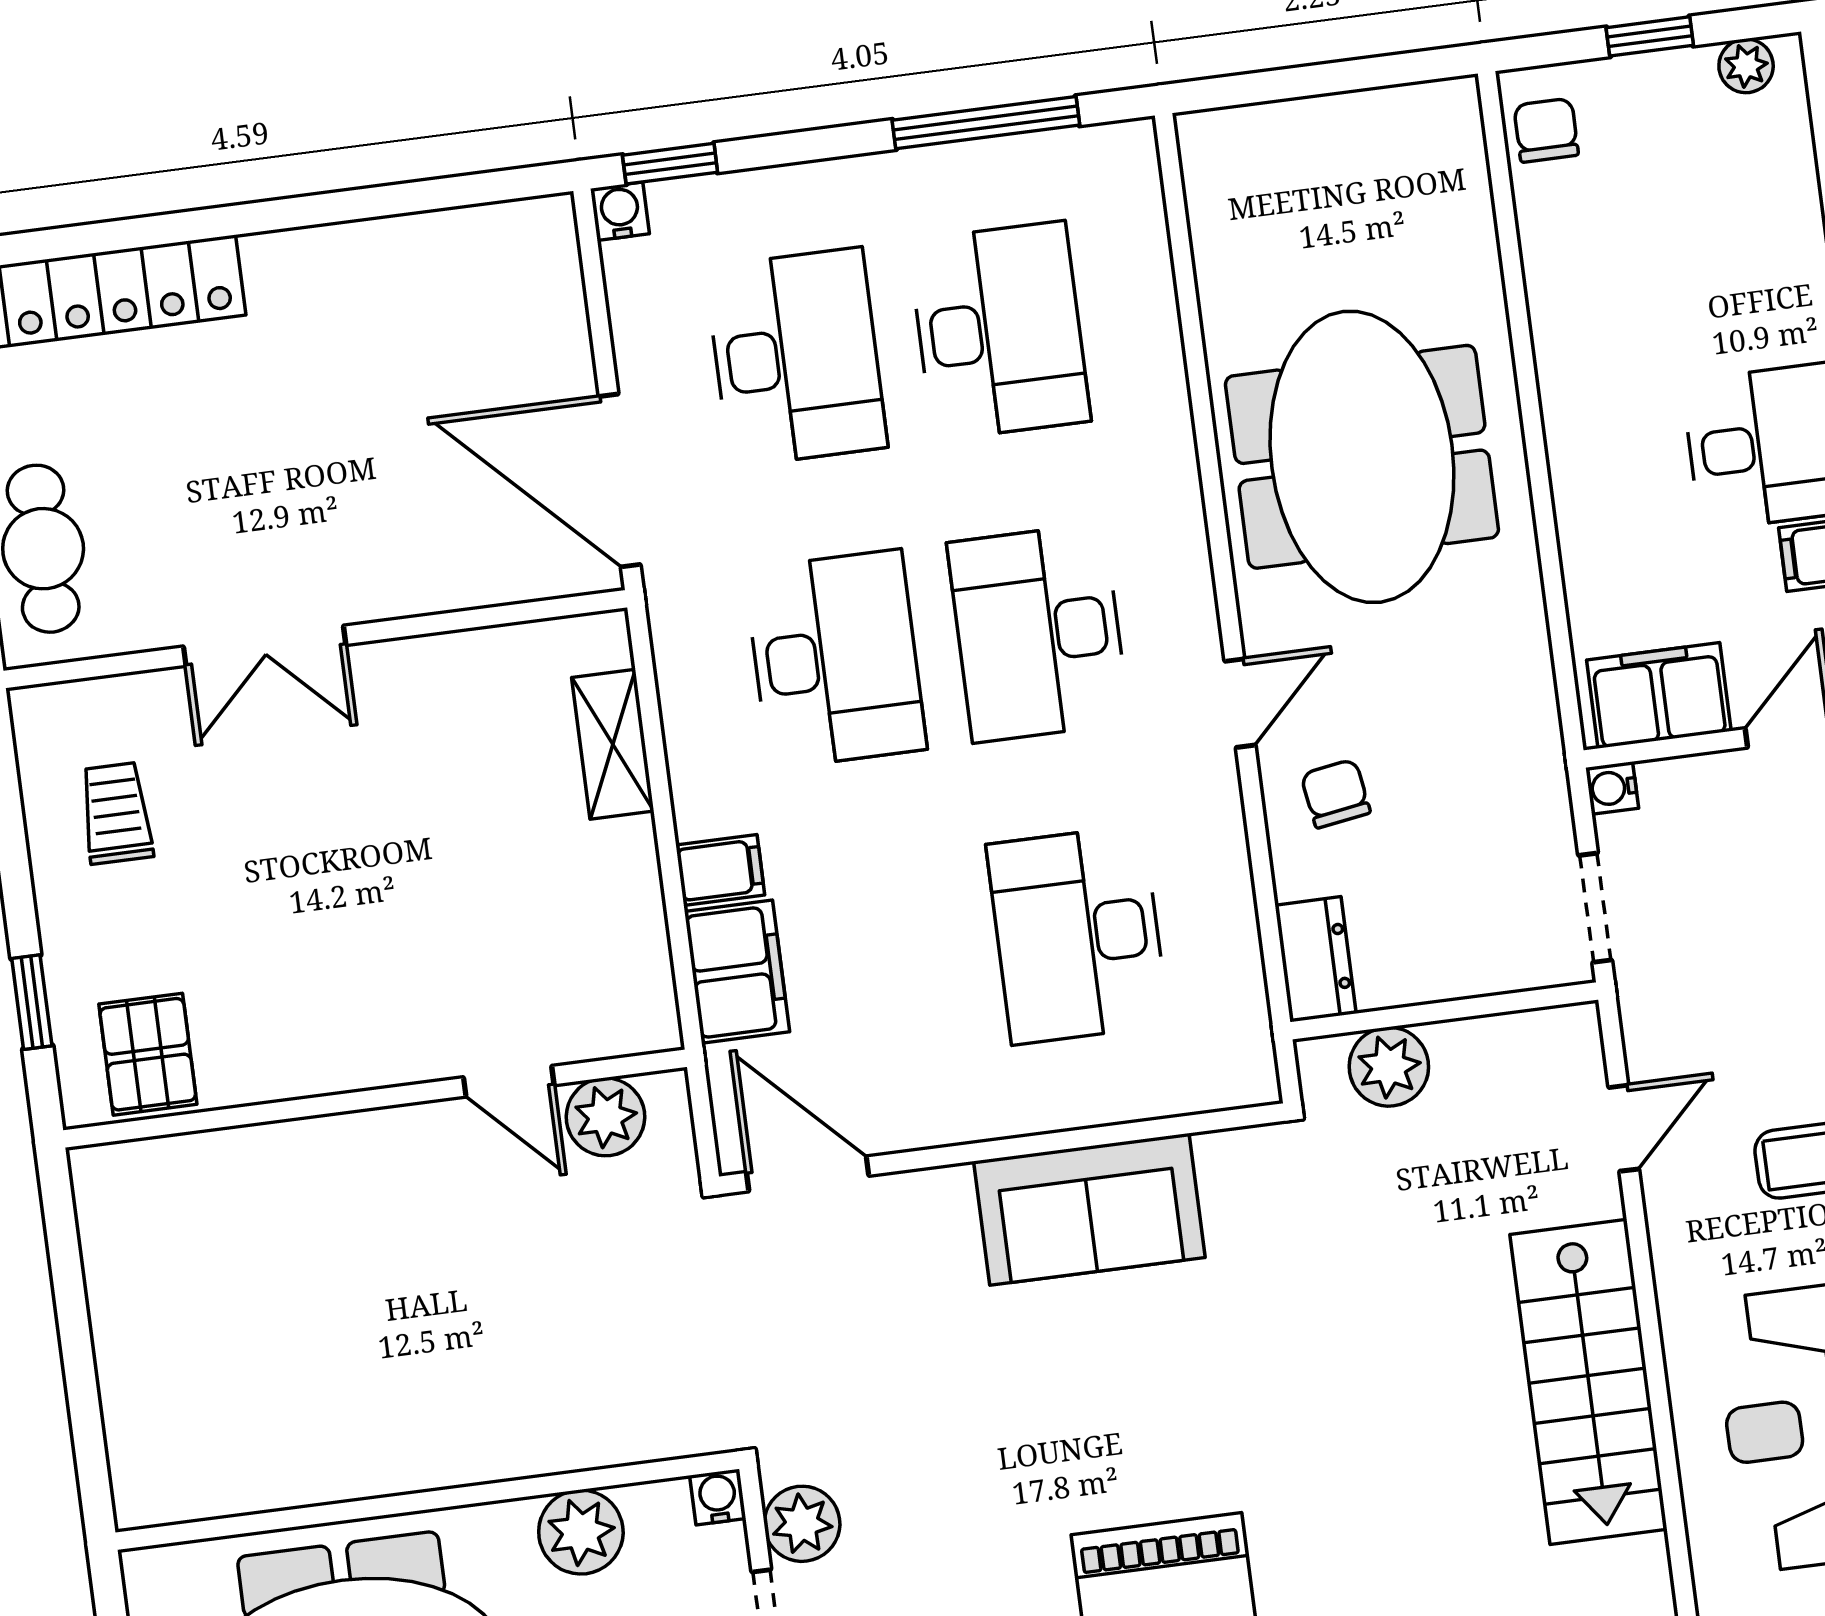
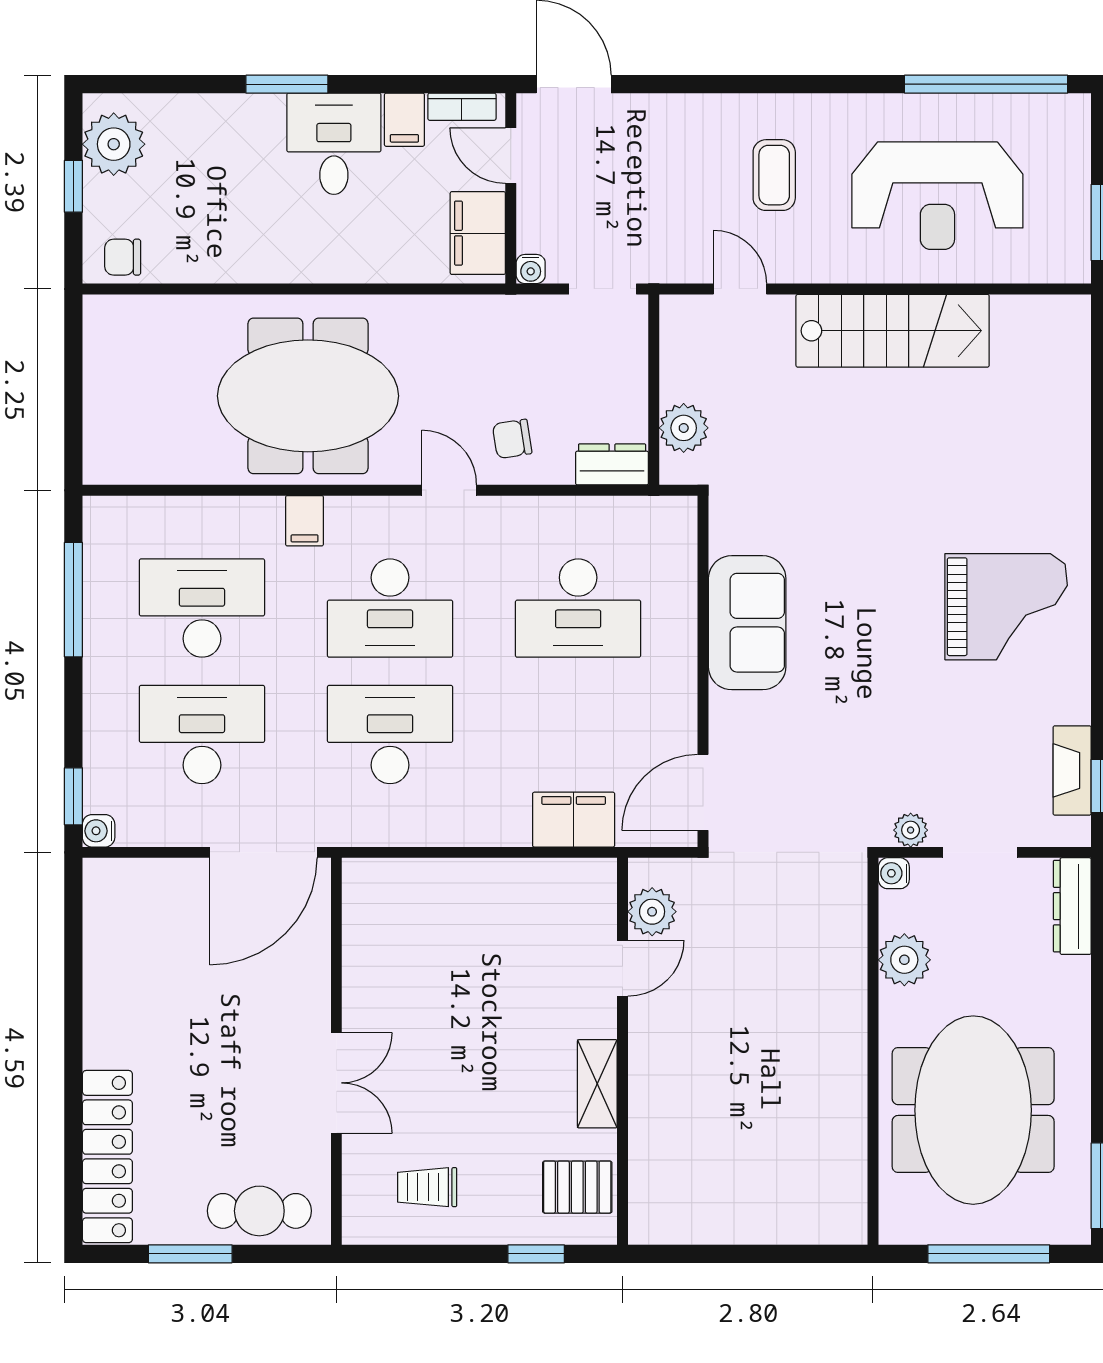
plant: (1746, 66) -> (114, 144), width x1.87, depth x1.87
shelving: (613, 744) -> (597, 1084), moved, turned 90
filing cabinet: (720, 870) -> (305, 521), moved, turned 180
plant: (802, 1524) -> (911, 830), width x0.73, depth x0.73

